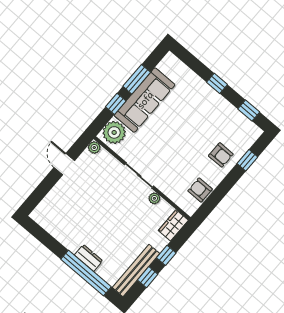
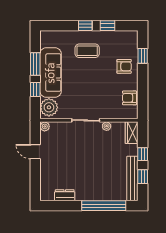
coffee table: (198, 109) -> (87, 51), added
window: (249, 110) -> (107, 26), moved
dresser: (89, 258) -> (65, 195), moved

